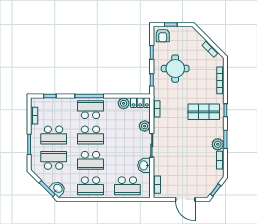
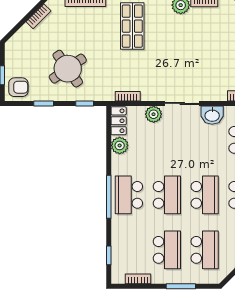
round table: (175, 69) -> (68, 69), turned -35
school desk: (54, 160) -> (205, 250), turned 180

